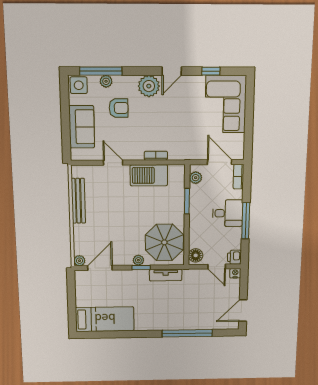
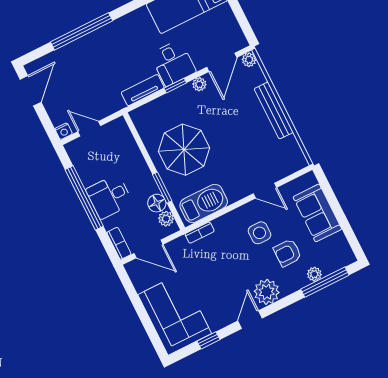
side table: (79, 85) -> (260, 233), moved
bookcase: (156, 156) -> (200, 233), moved
barbecue: (149, 175) -> (204, 203), moved
bench: (78, 201) -> (274, 111), moved
window: (246, 221) -> (84, 198), width x1.46
parasol: (164, 242) -> (184, 150), moved
floor lamp: (196, 255) -> (157, 203), moved
printer: (234, 257) -> (75, 150), removed
plant: (138, 260) -> (199, 84), moved
desk: (135, 283) -> (173, 63), added

